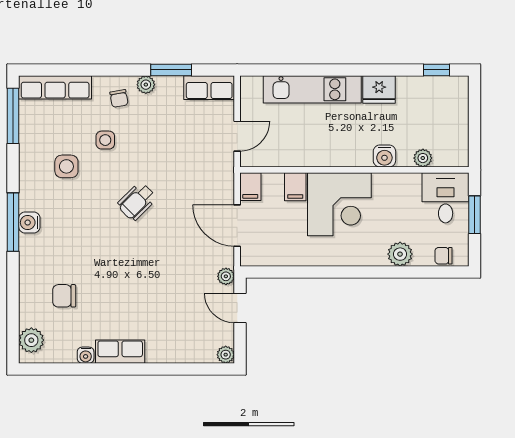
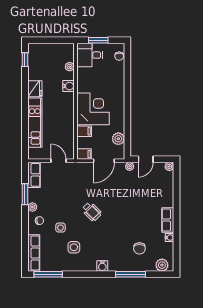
window: (13, 222) -> (130, 274), moved
plant: (400, 254) -> (118, 139), moved

